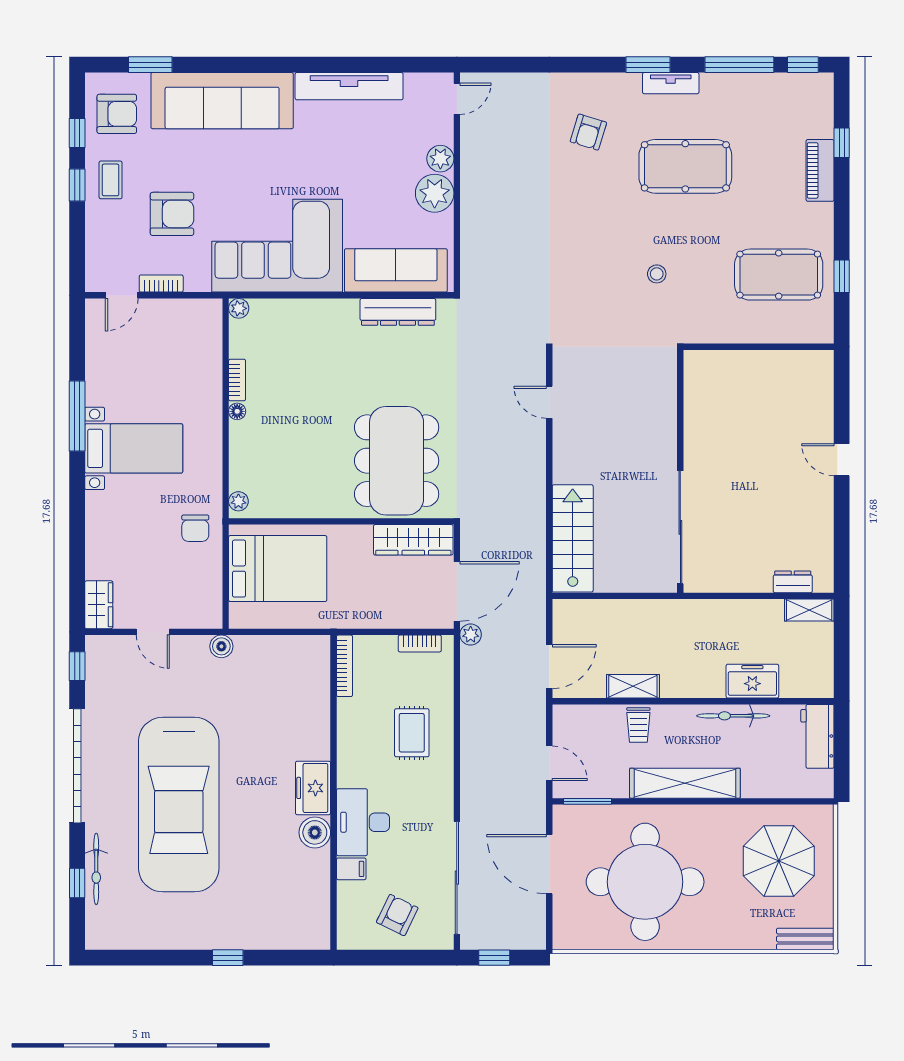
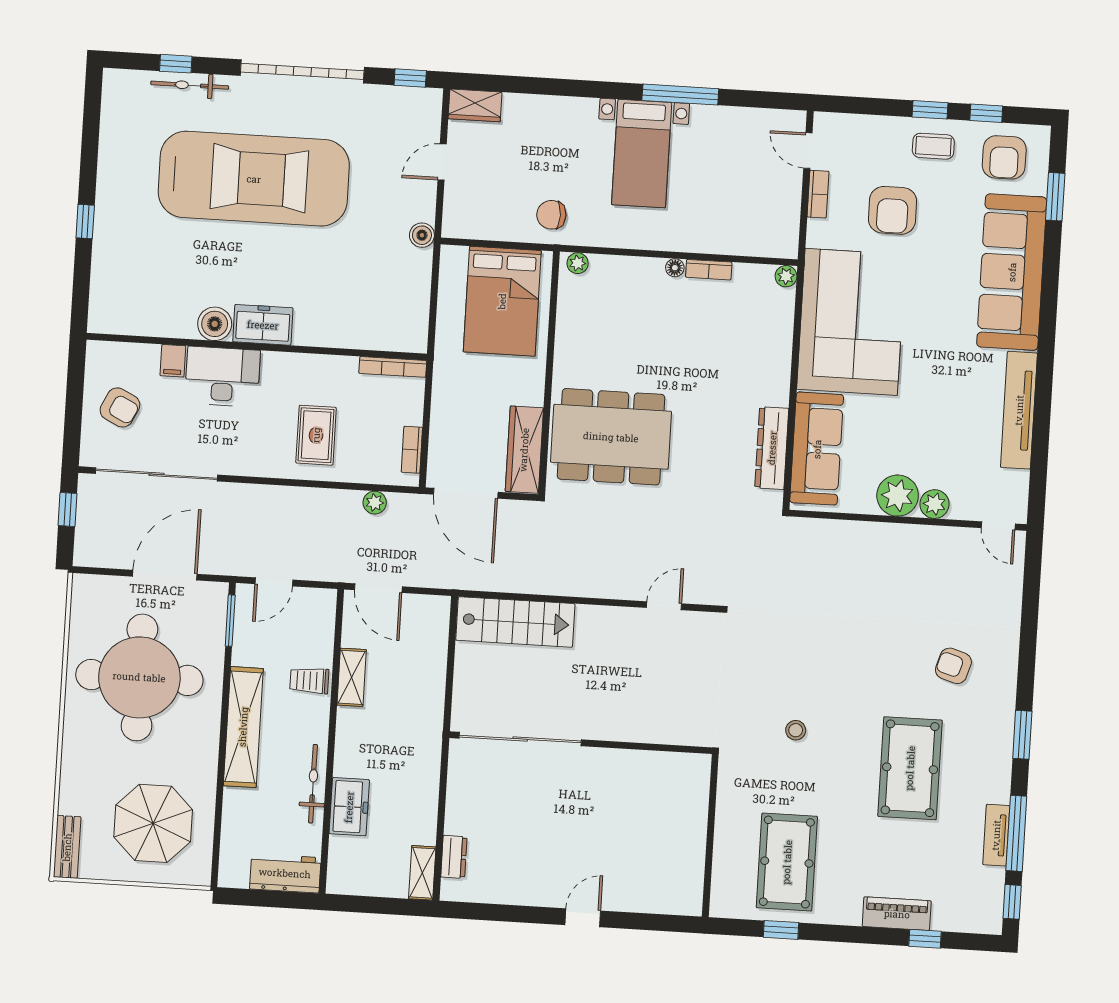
tv unit: (671, 83) -> (996, 835), moved
plant: (471, 635) -> (375, 503), moved
rug: (412, 733) -> (316, 435), turned 90
car: (179, 805) -> (254, 179), turned 180

